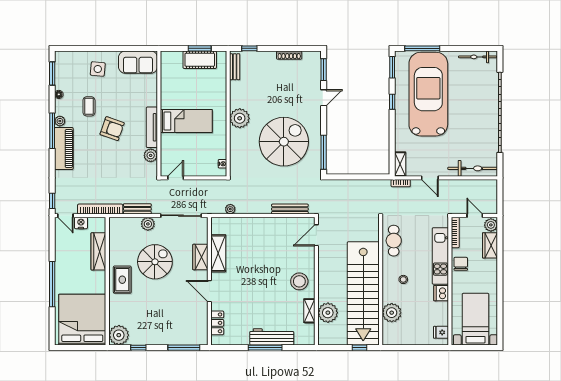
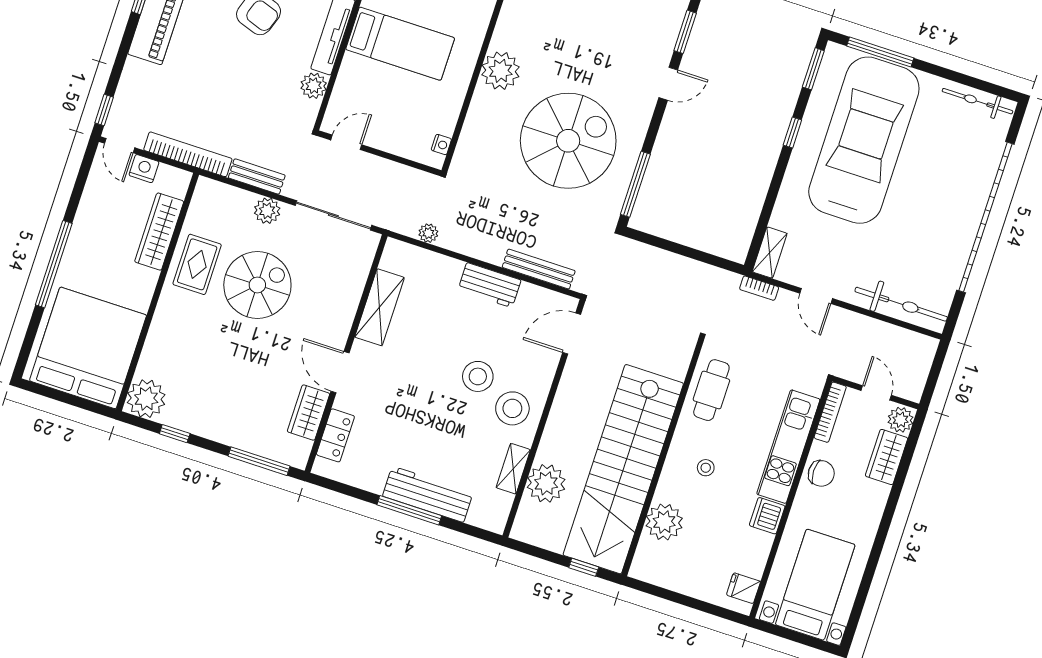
workbench: (268, 225) -> (490, 285), added
wardrobe: (200, 257) -> (308, 413), moved
chair: (461, 264) -> (821, 473), turned 90
stool: (277, 271) -> (478, 376), added
rug: (122, 280) -> (197, 264), moved

